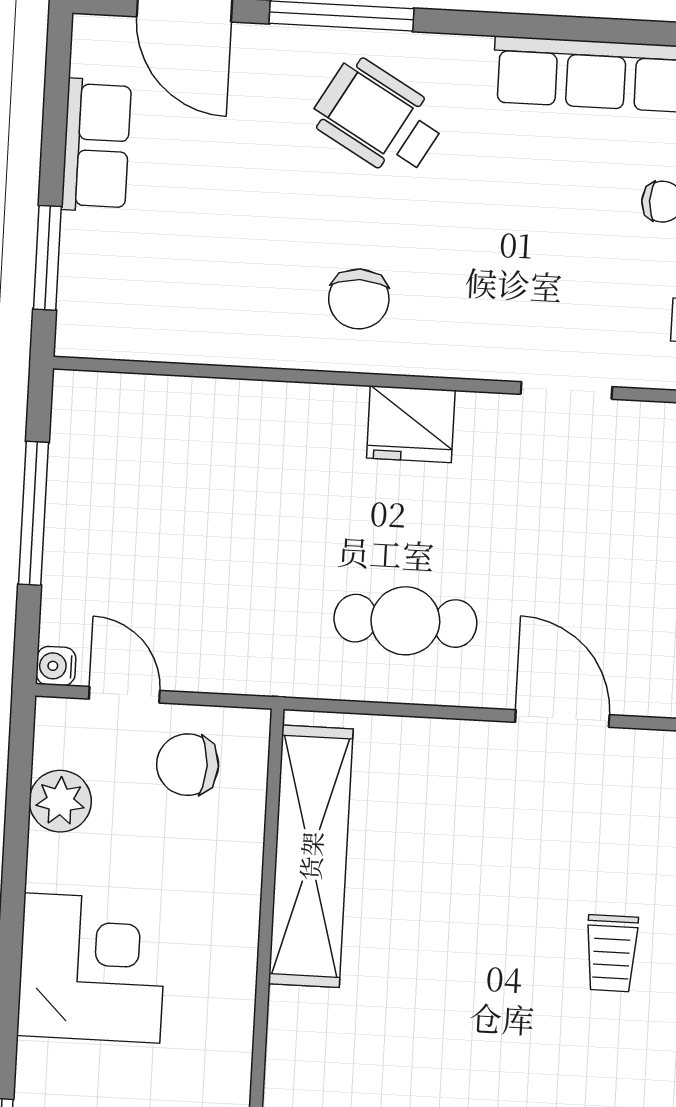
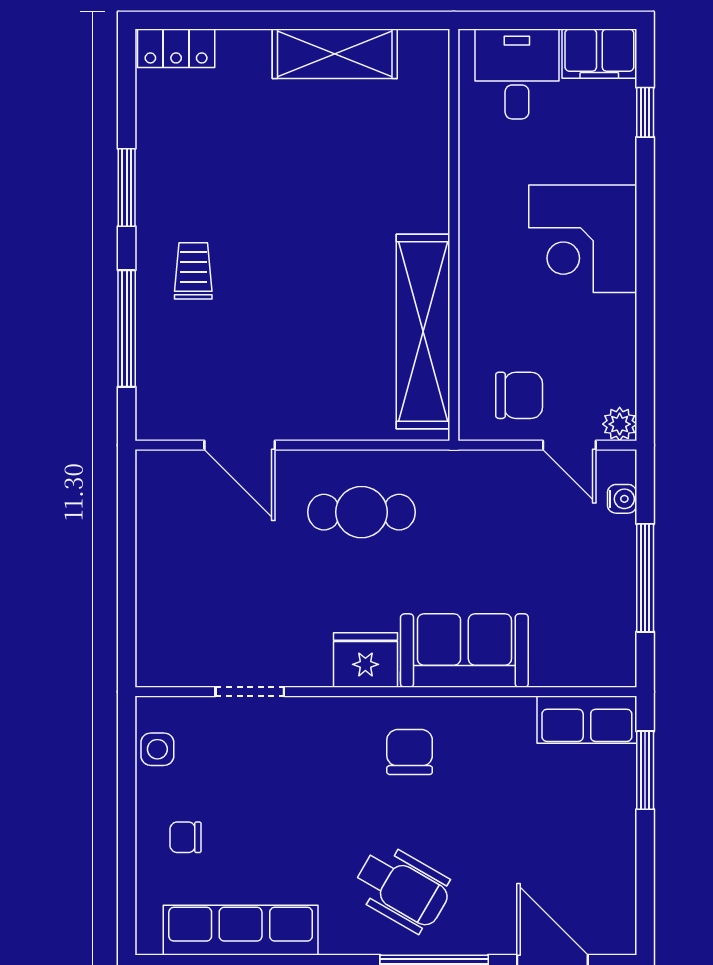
row of seats: (96, 145) -> (587, 720), moved, turned -90
sofa: (279, 430) -> (464, 651), added
water cooler: (56, 666) -> (622, 499), moved
plant: (60, 801) -> (620, 424), moved, width x0.73, depth x0.73

